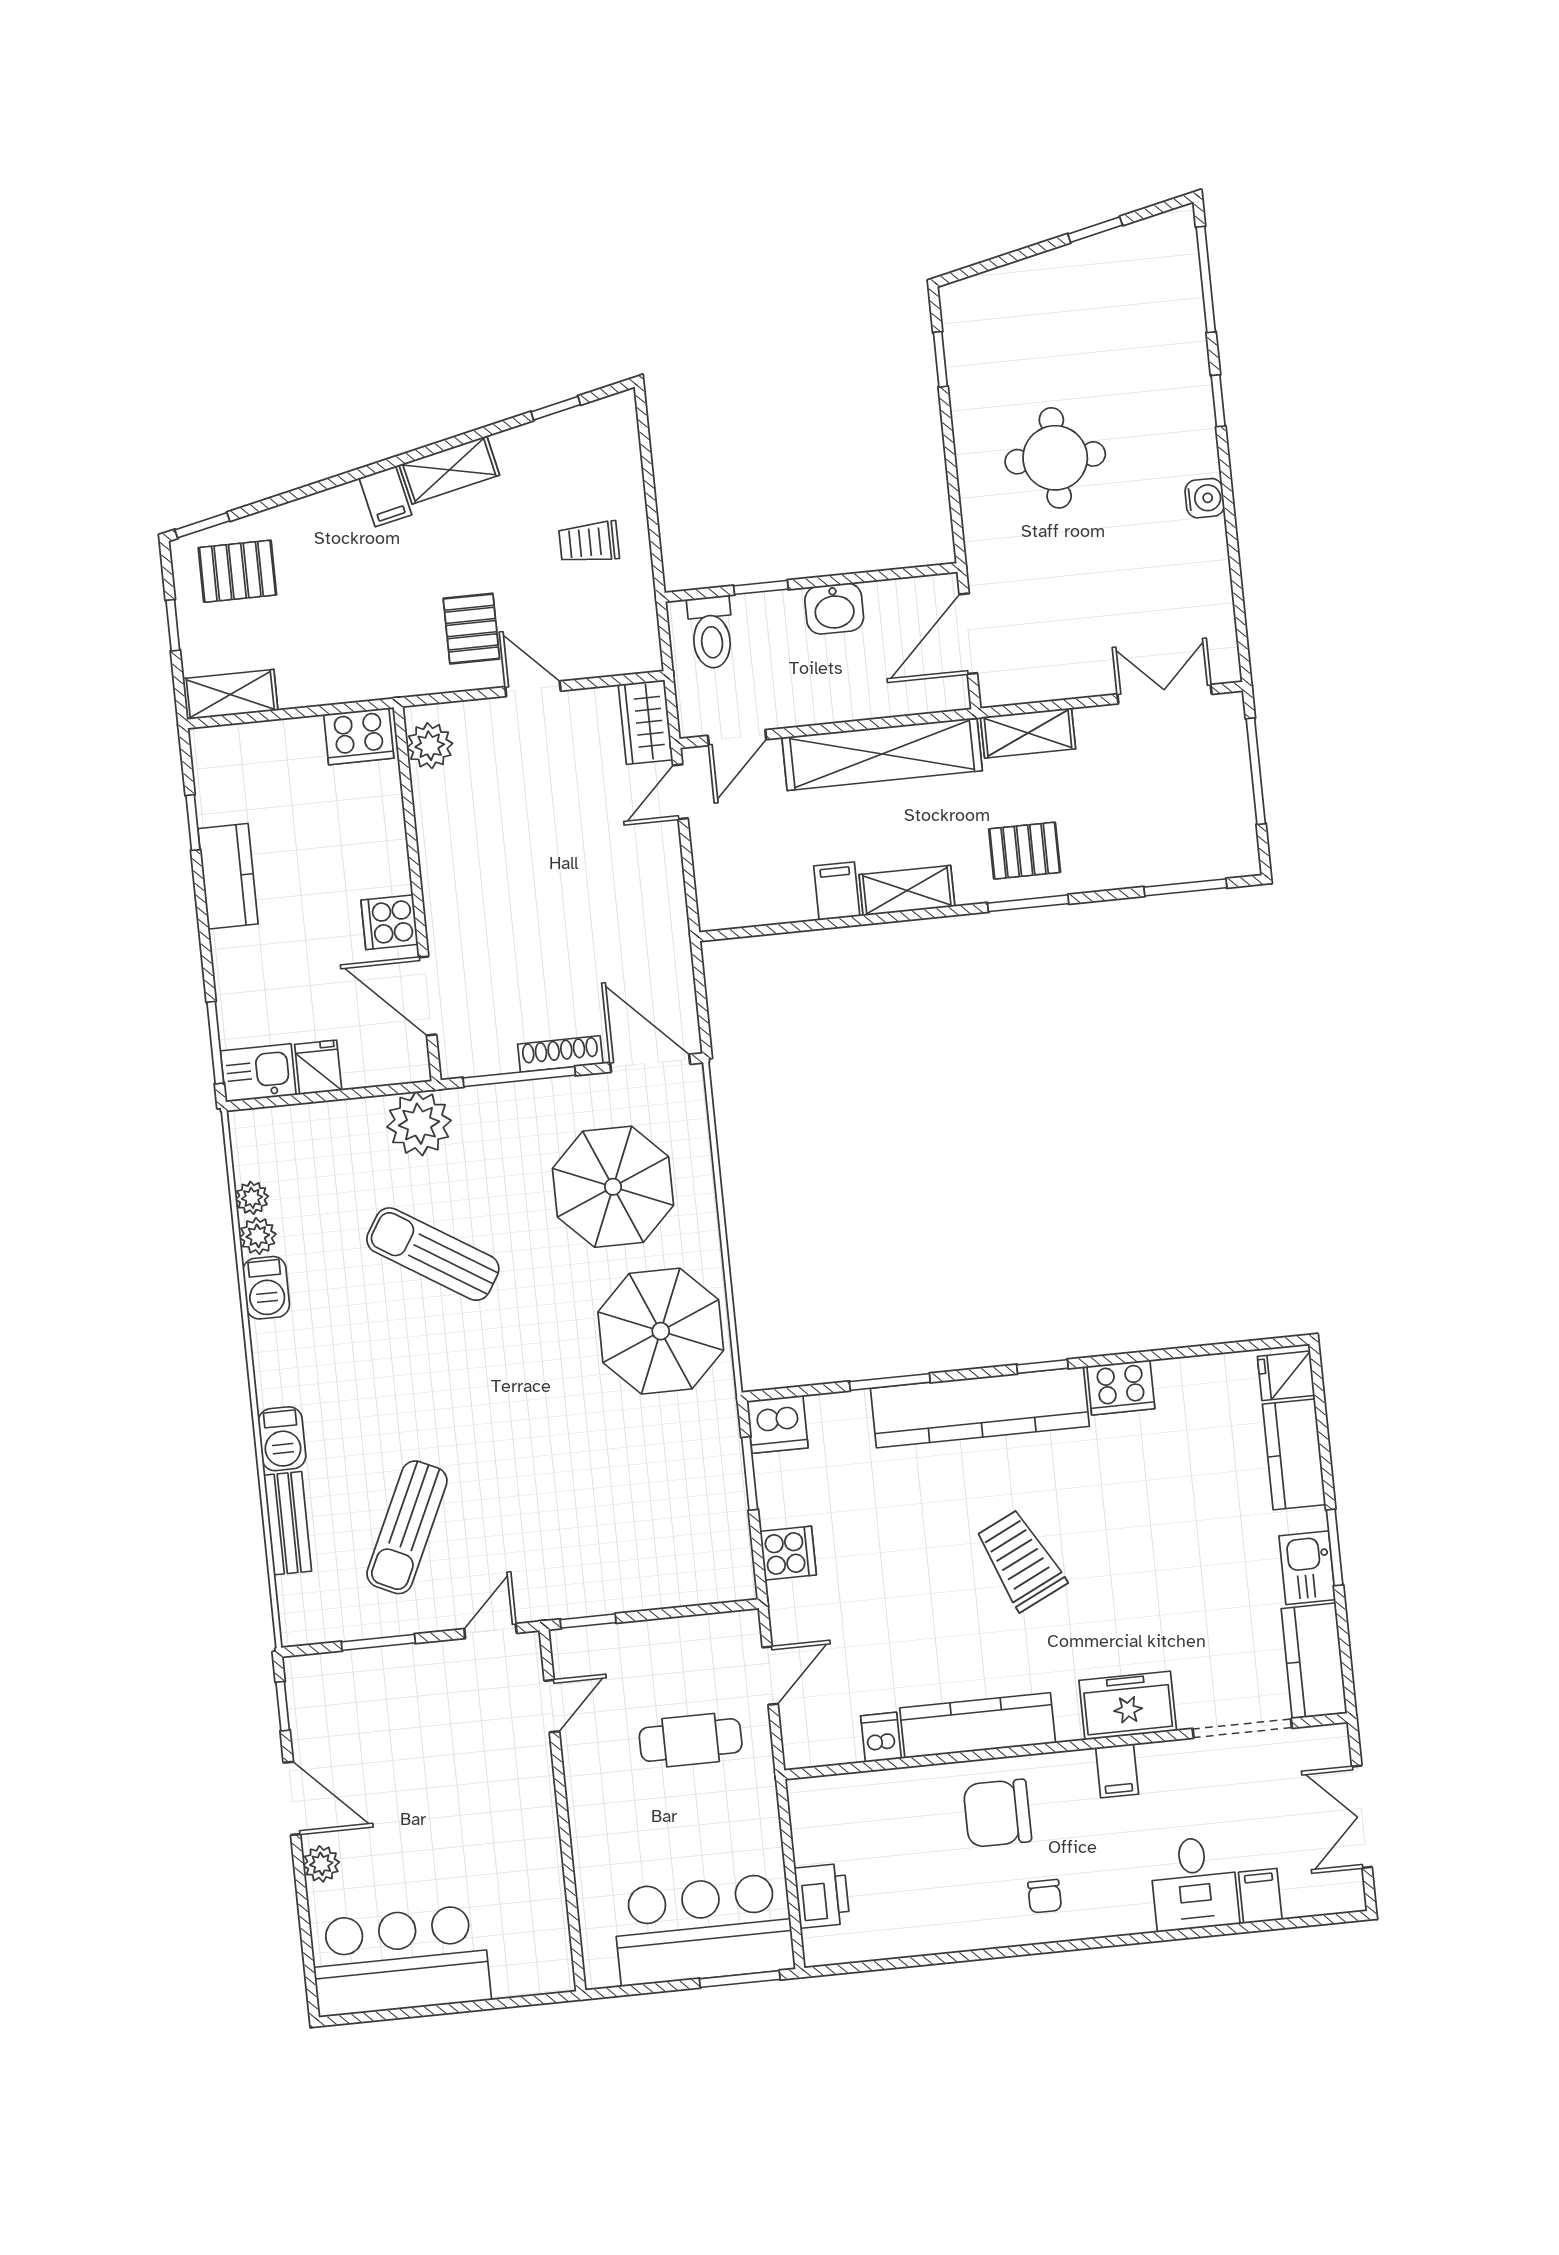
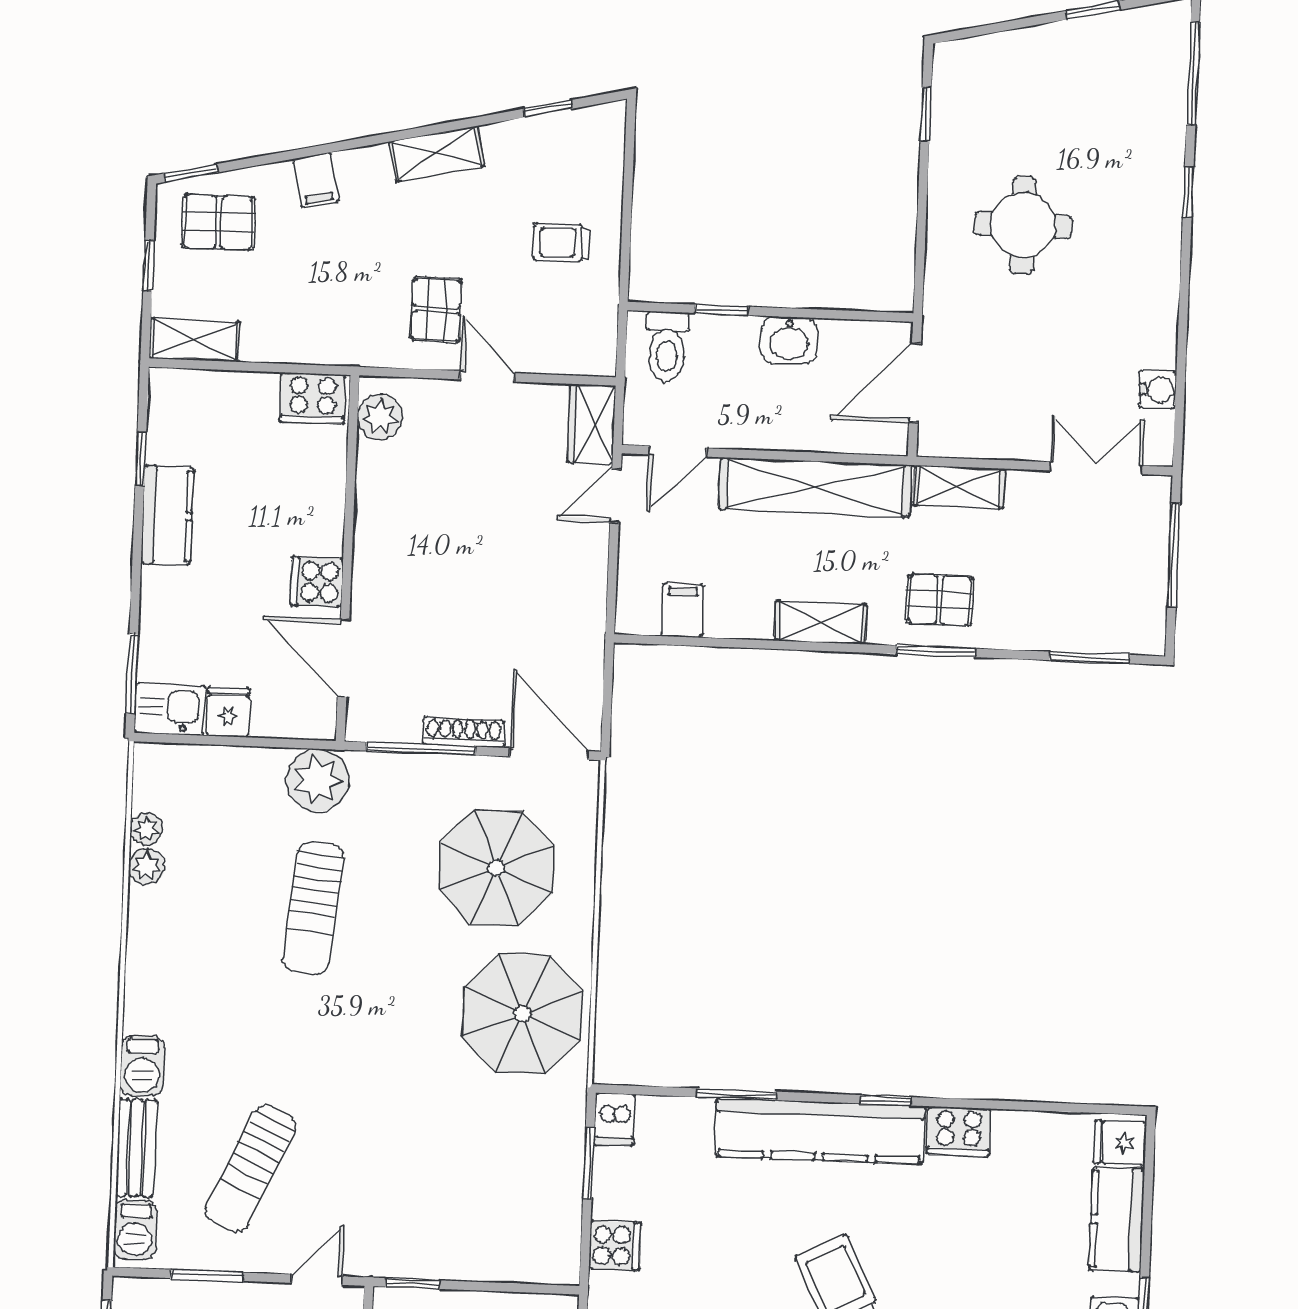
filing cabinet: (385, 496) -> (316, 180), moved
water cooler: (1205, 498) -> (1158, 390), moved
filing cabinet: (837, 891) -> (682, 610), moved
sun lounger: (433, 1254) -> (313, 908), turned -116
barbecue: (266, 1288) -> (135, 1230), moved
dishwasher: (777, 1424) -> (615, 1119), width x0.73

